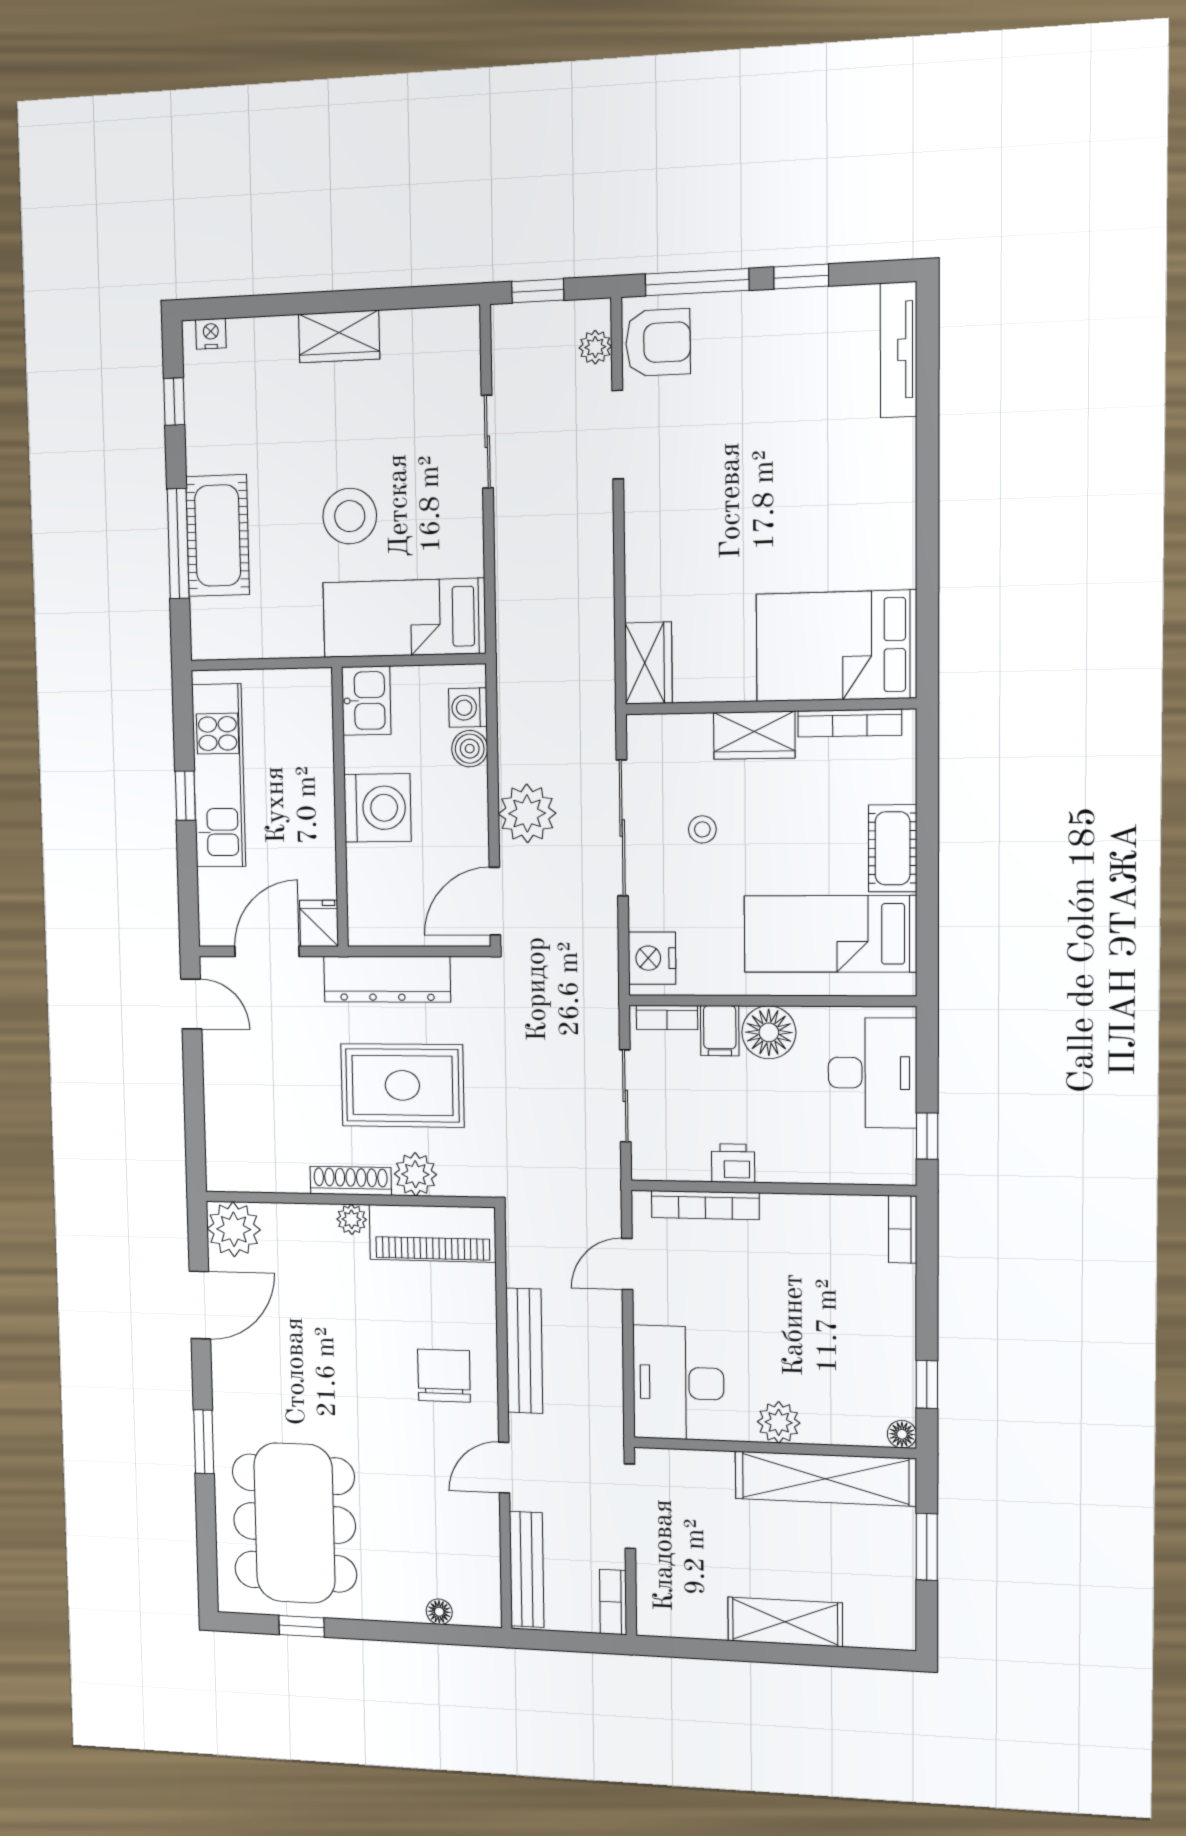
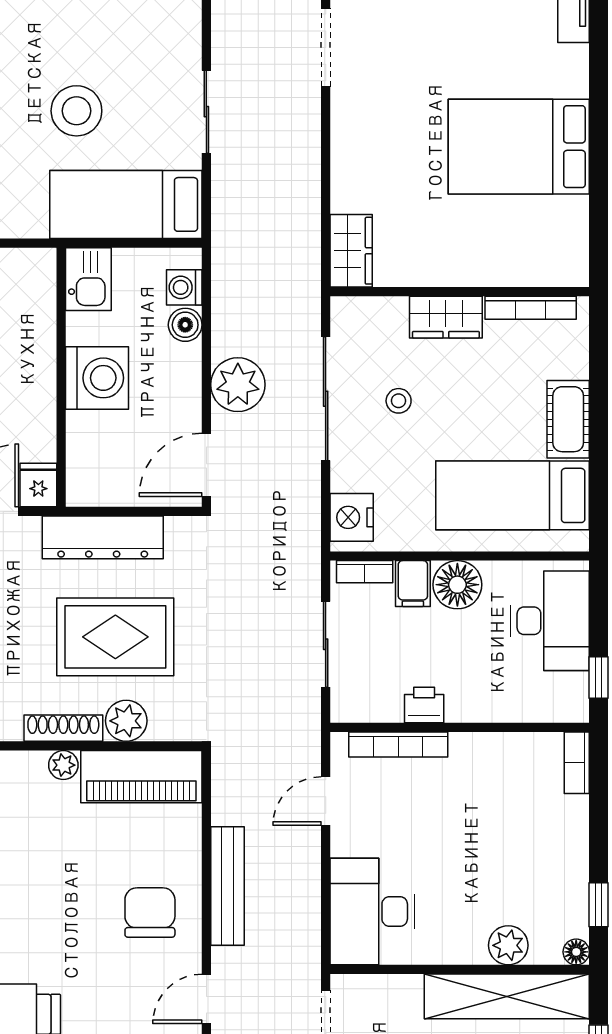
sliding door: (487, 442) -> (206, 112), moved
bed: (836, 646) -> (519, 147), moved
plant: (779, 1422) -> (508, 945), moved

